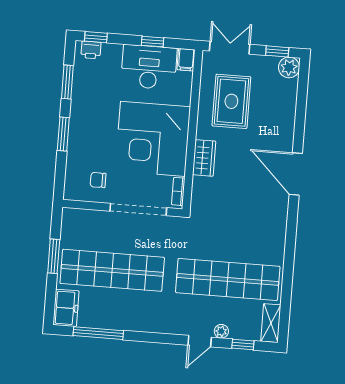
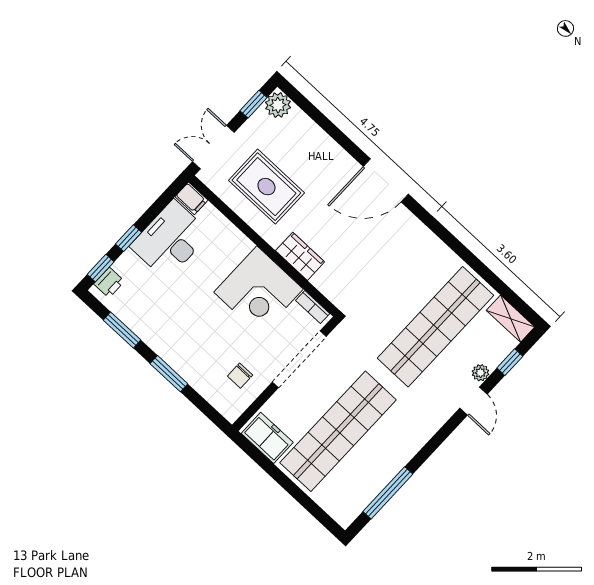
window: (153, 42) -> (129, 238), moved
corner desk: (153, 139) -> (259, 291), width x0.74, depth x0.74
window: (54, 256) -> (280, 477), removed
freezer: (66, 308) -> (267, 438), moved

